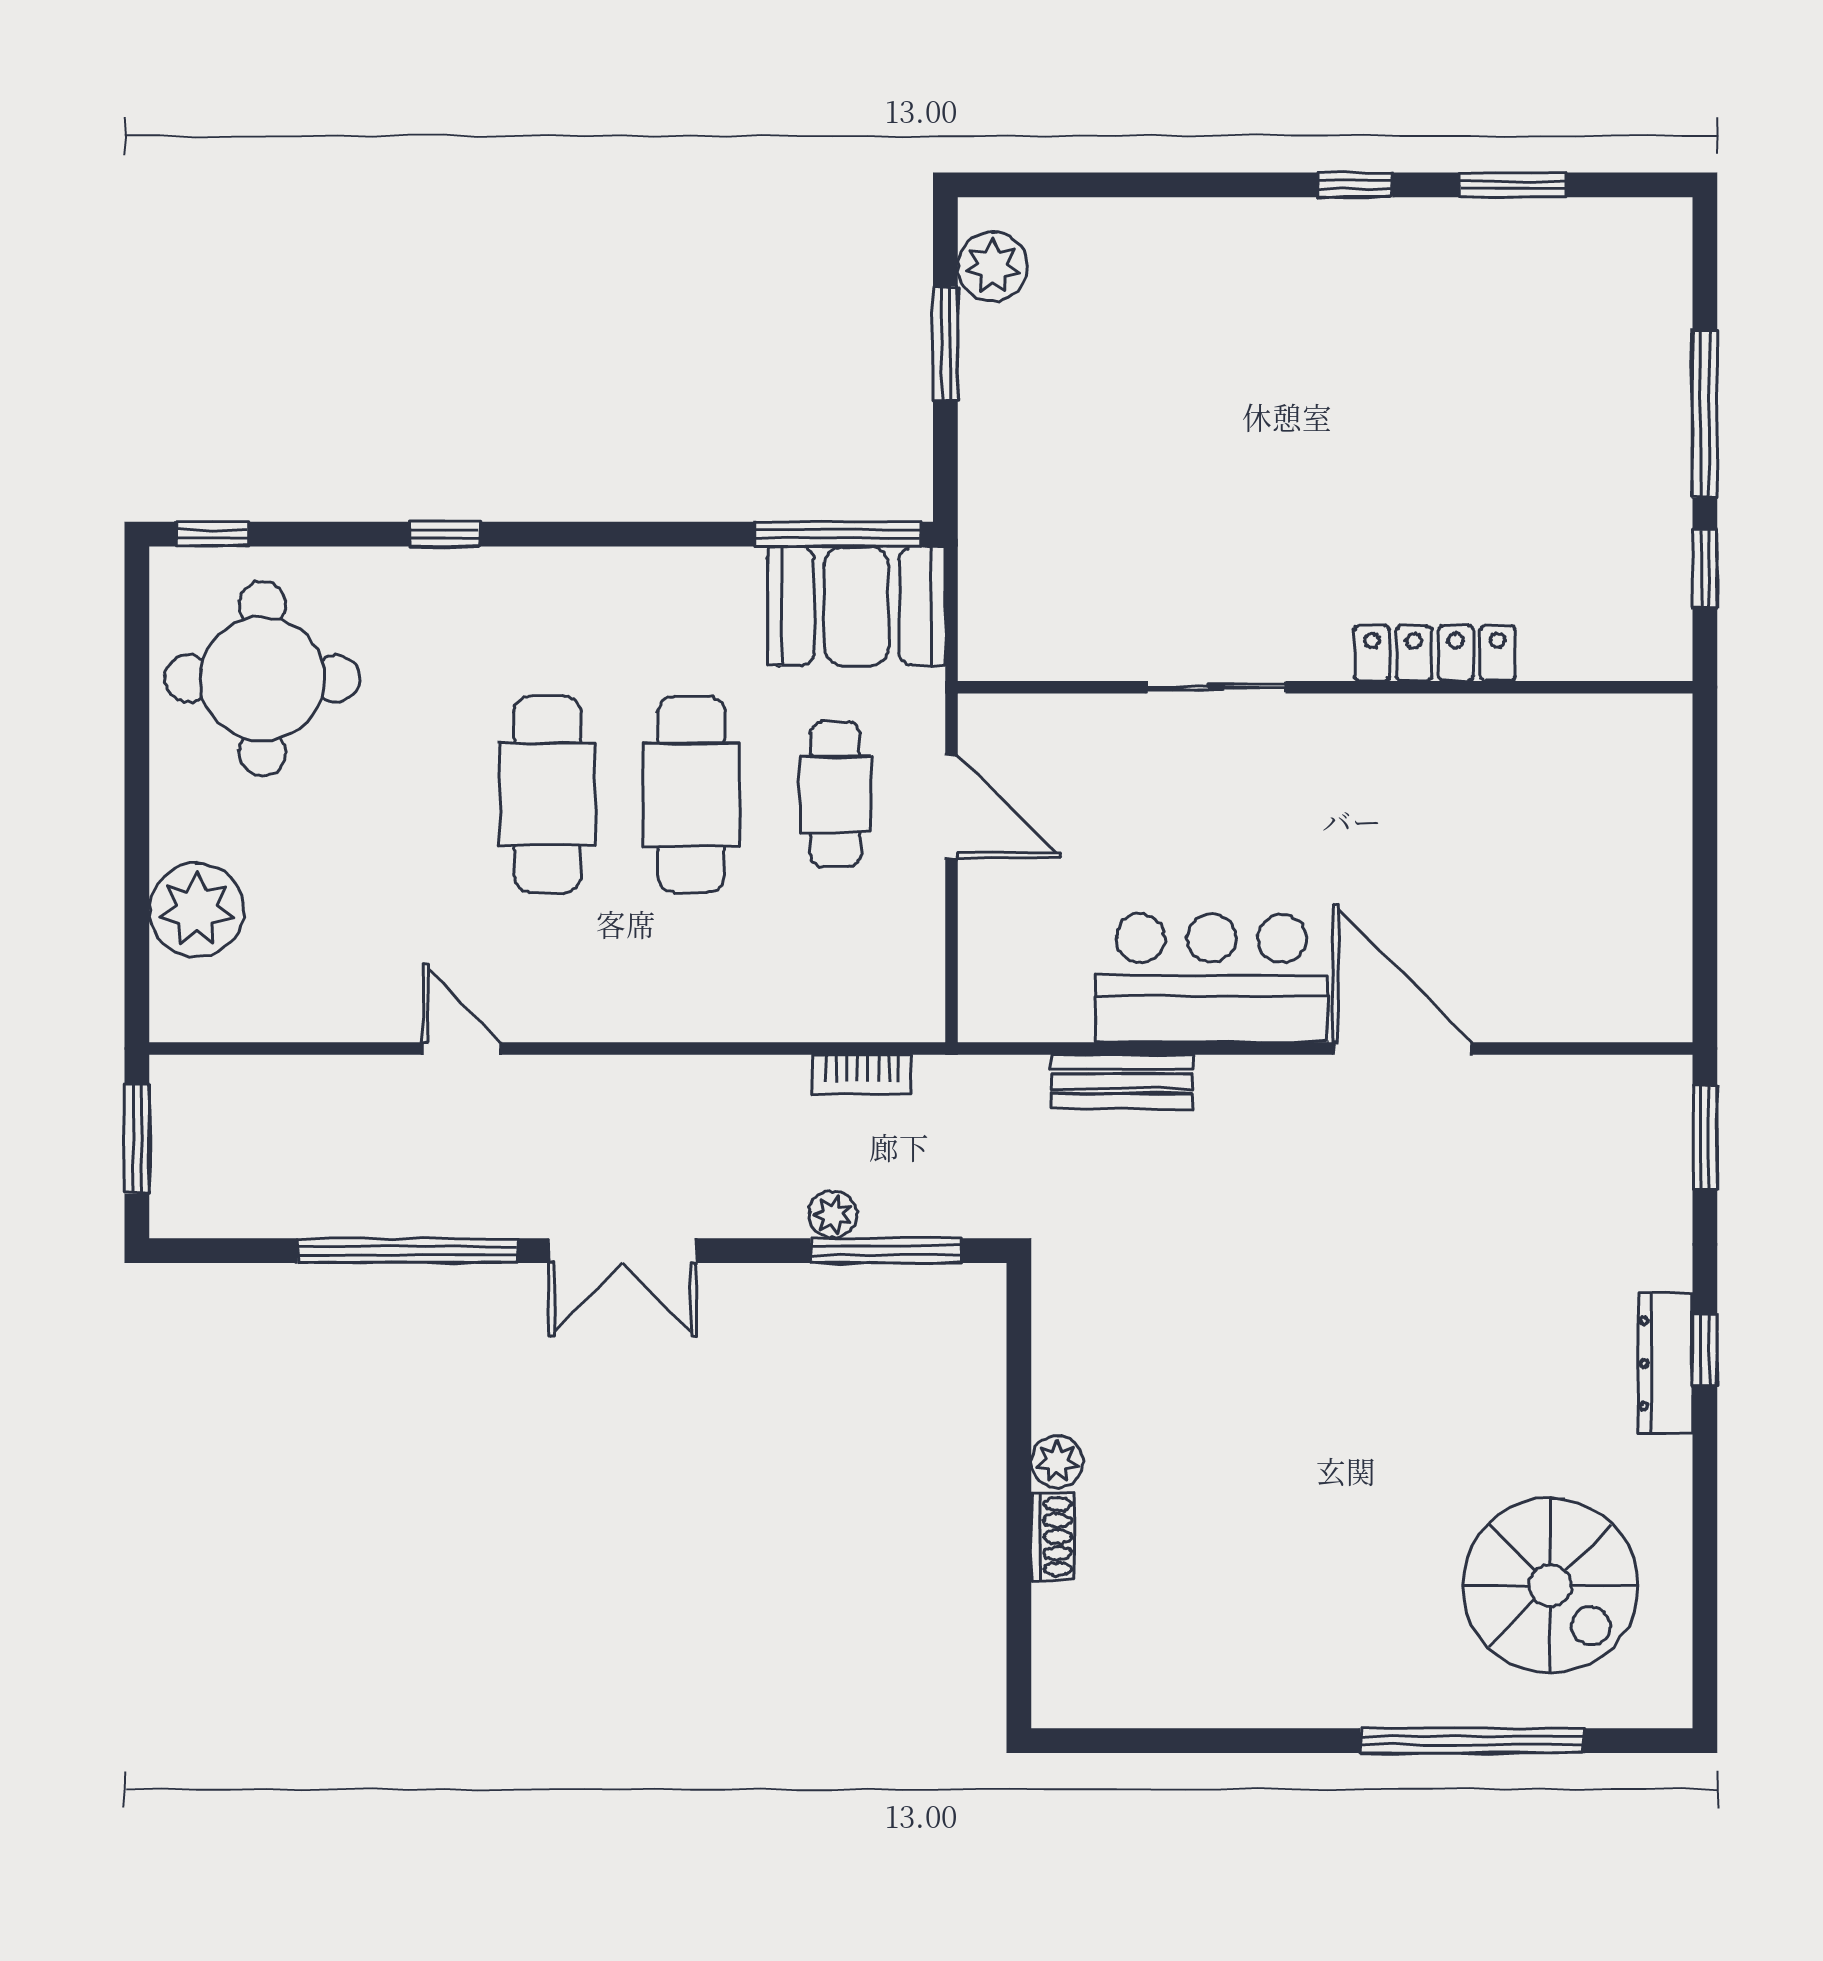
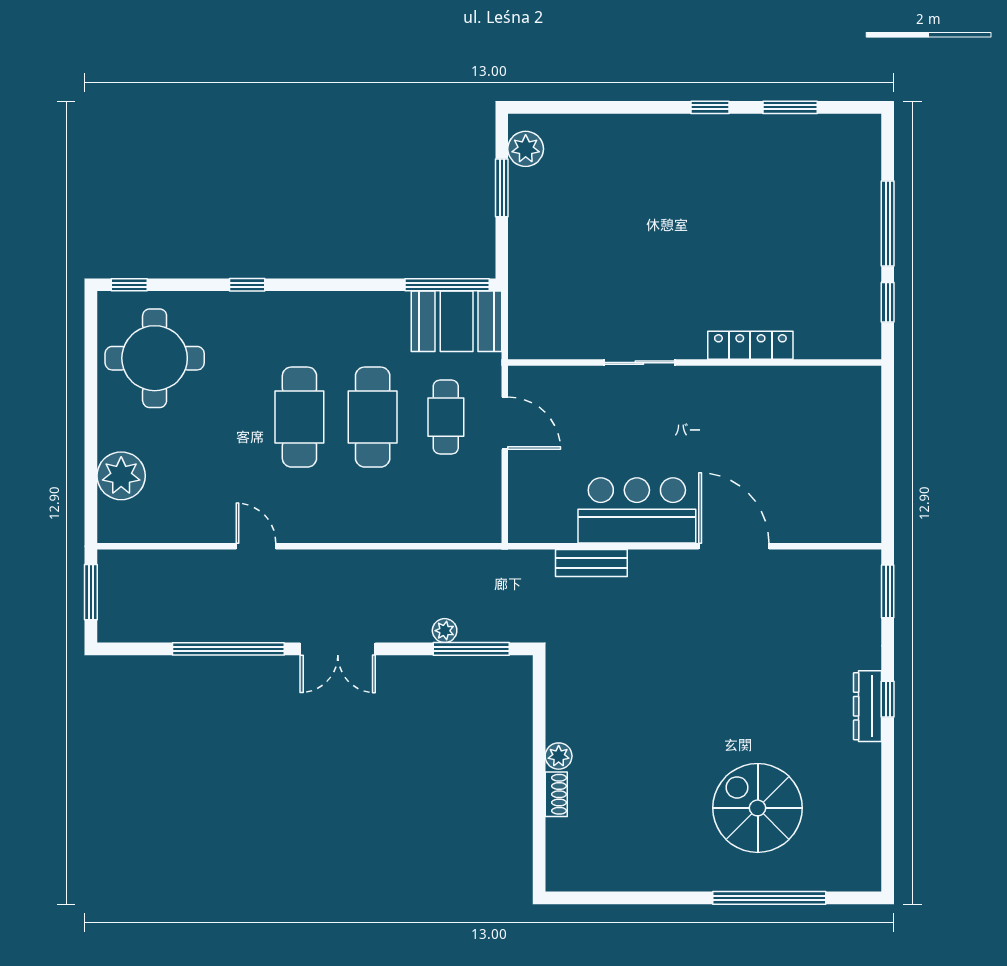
bookcase: (862, 1074) -> (459, 559), removed
spiral stairs: (1550, 1585) -> (758, 808), moved, turned 180

